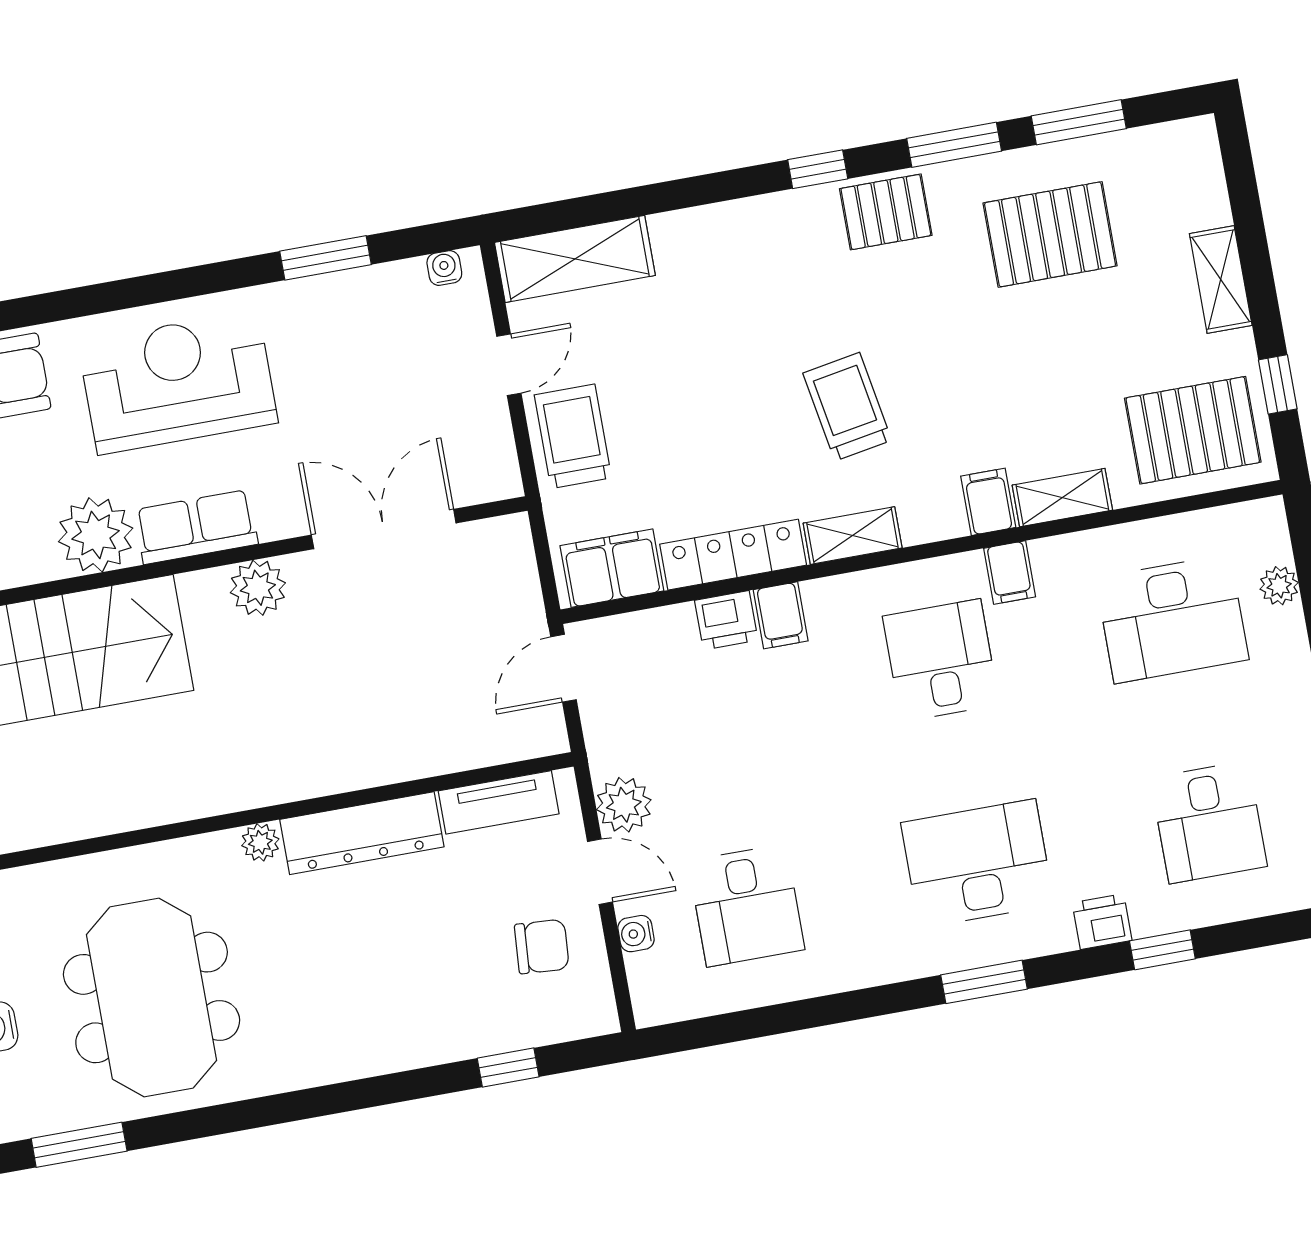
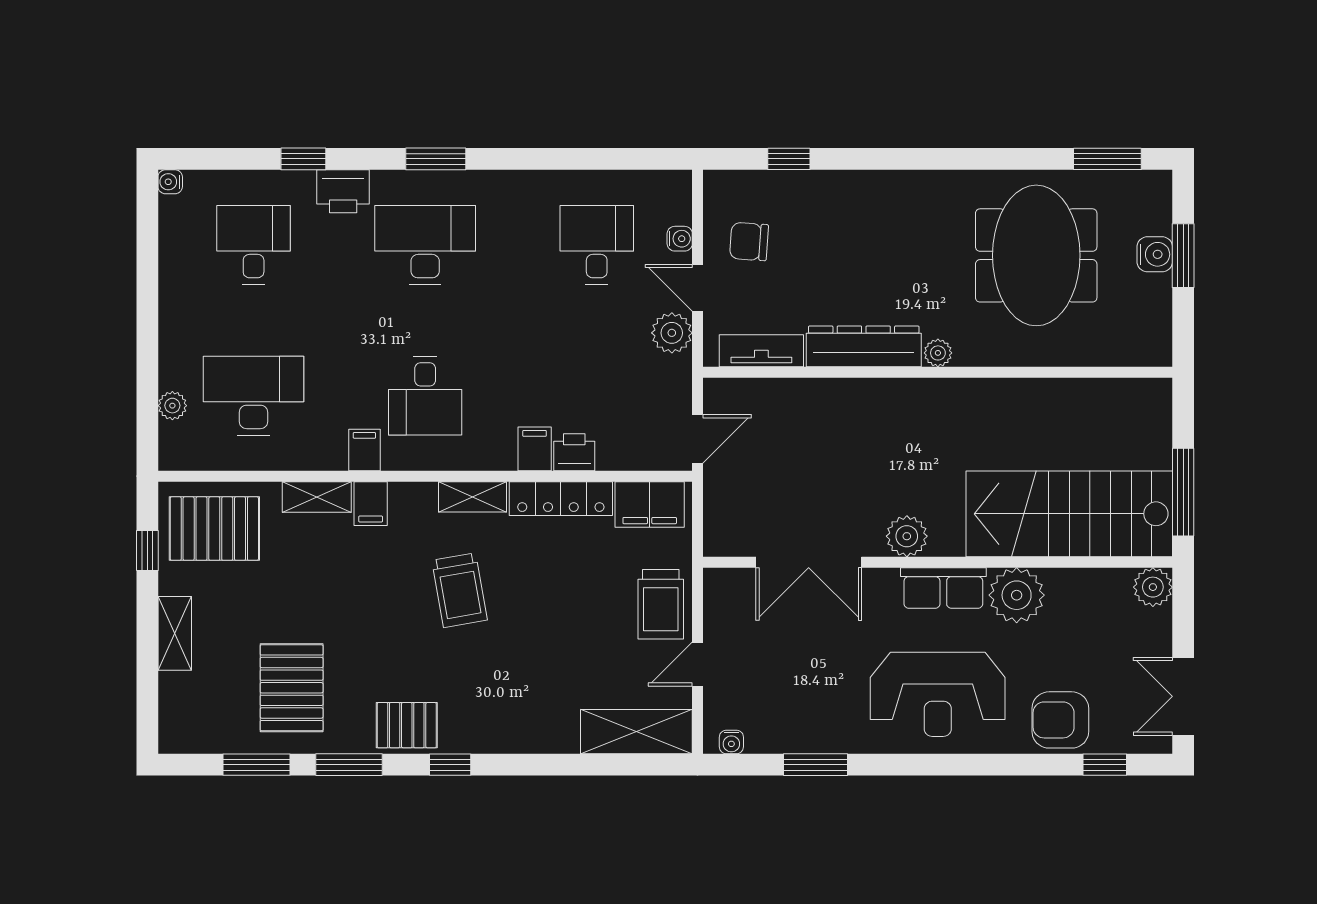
pallet: (1050, 234) -> (292, 688), turned 90
desk: (978, 864) -> (425, 245), turned 180
printer: (1102, 922) -> (343, 191), width x1.36, depth x1.24

